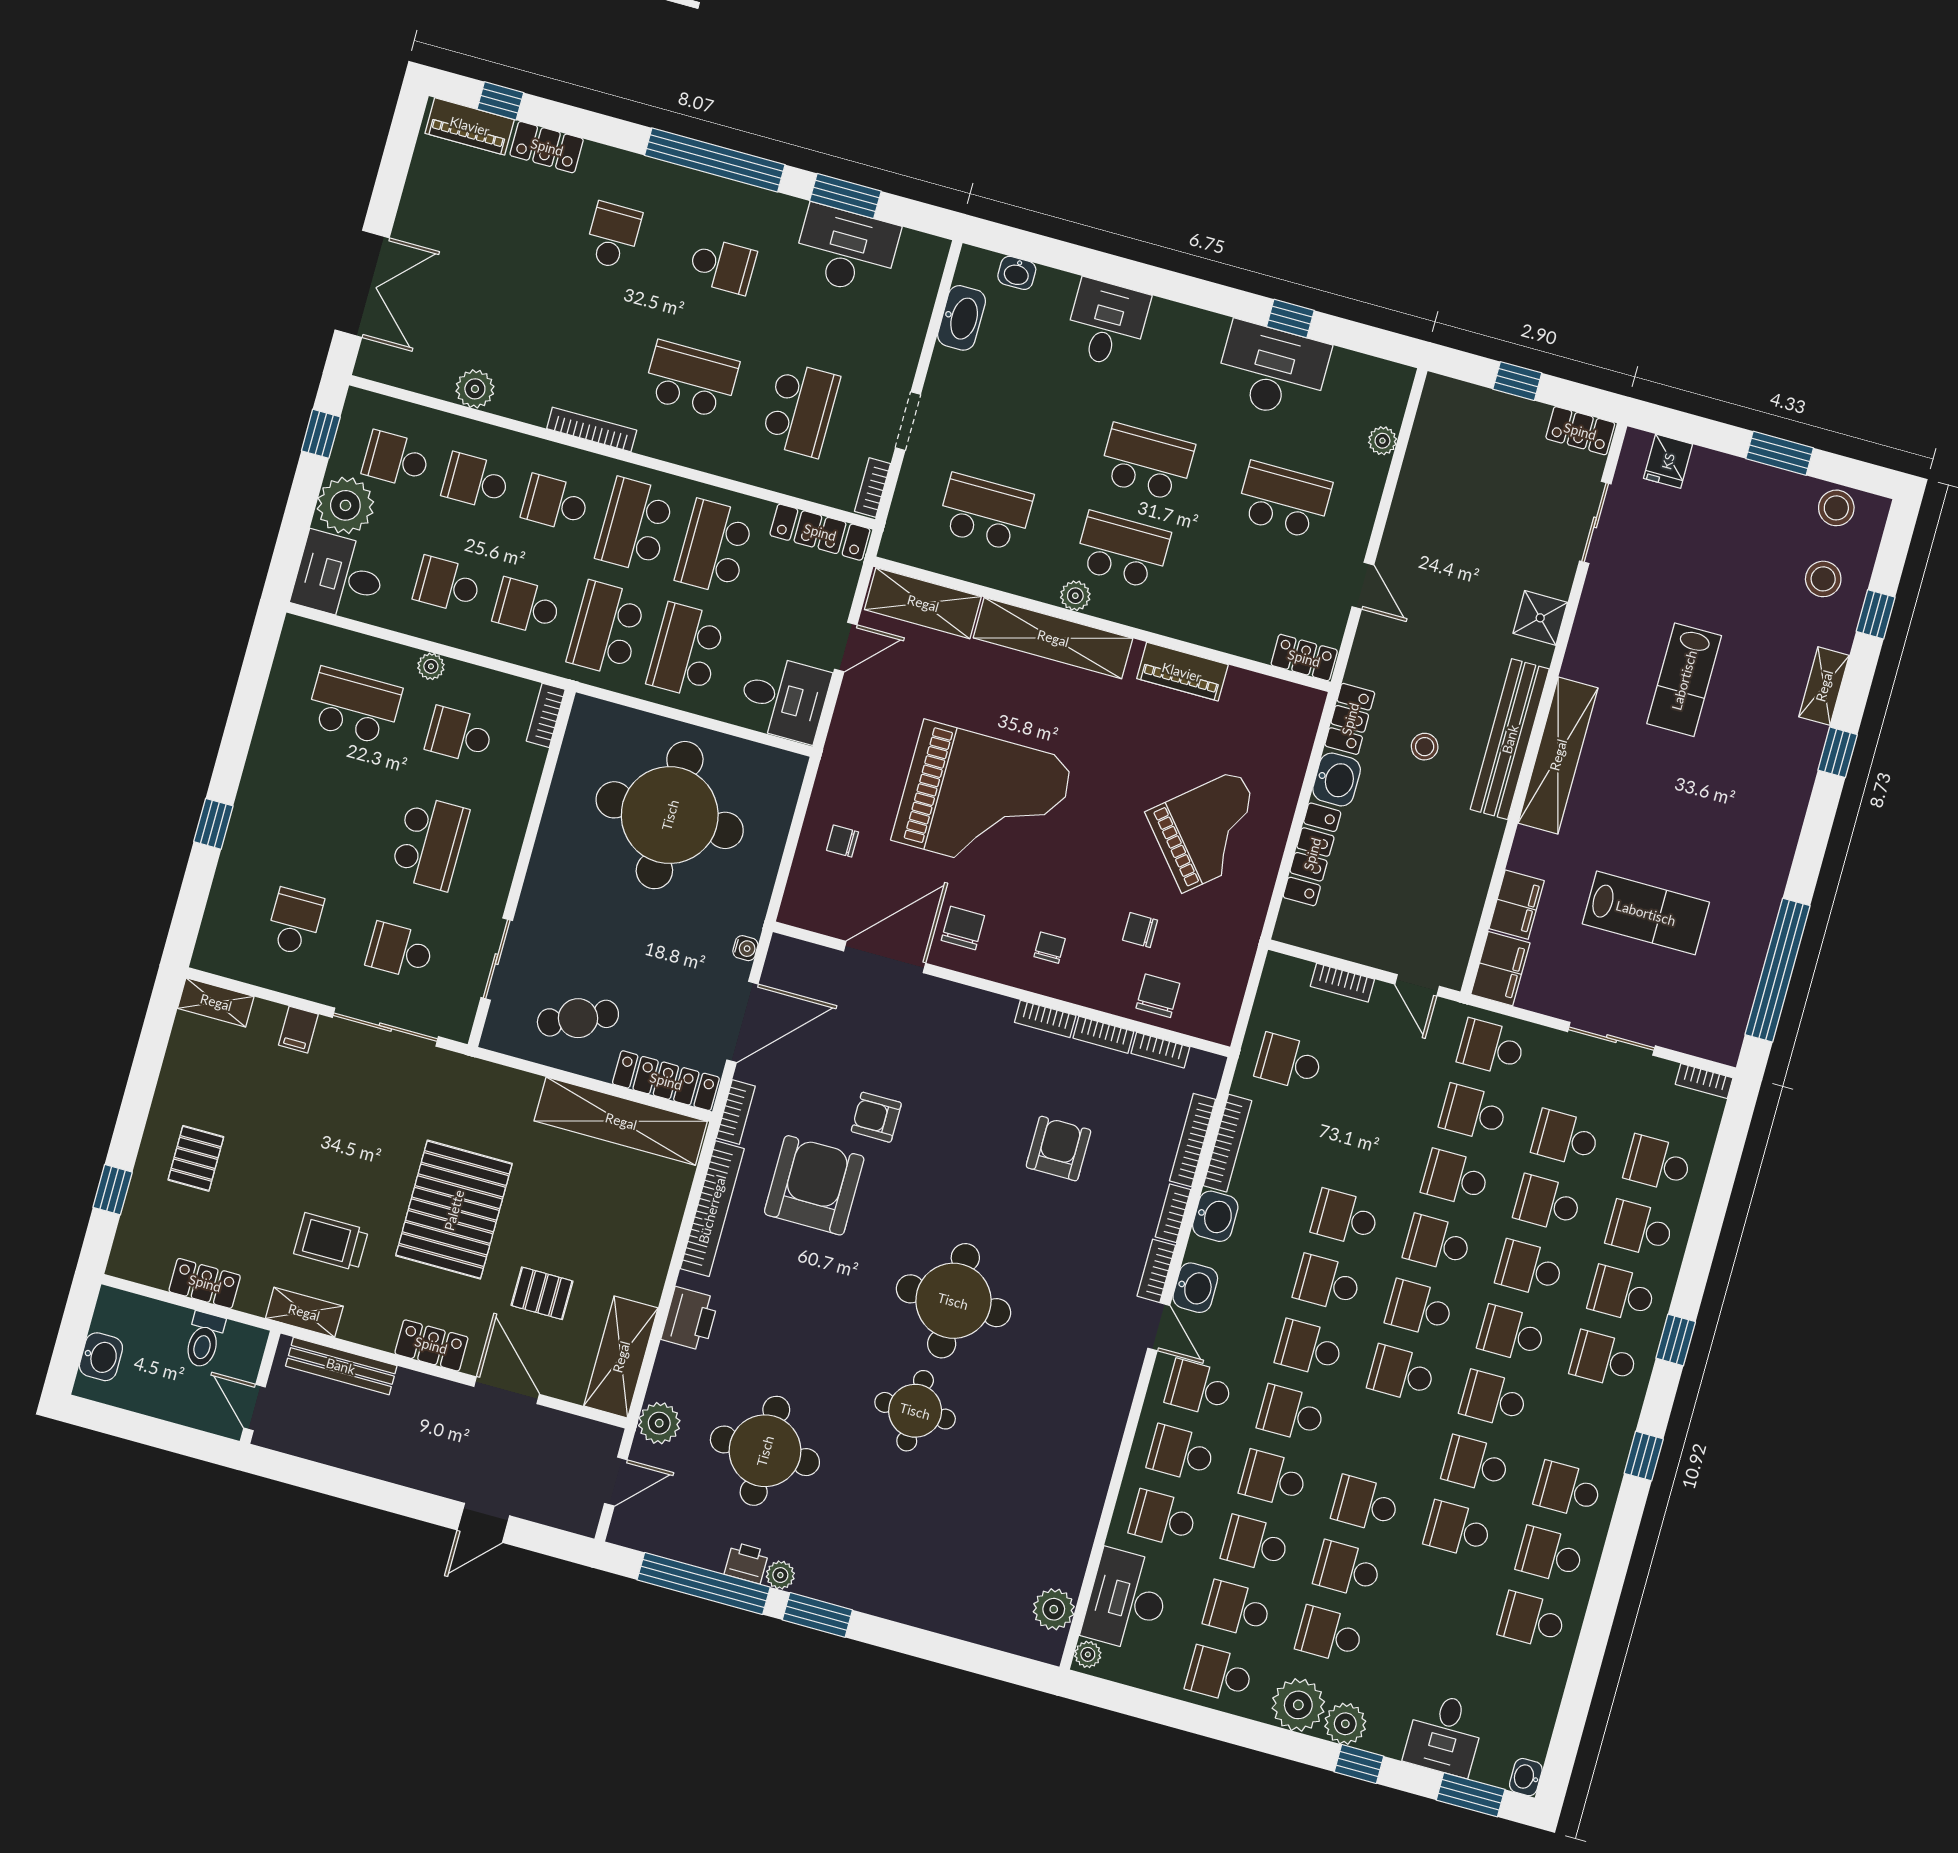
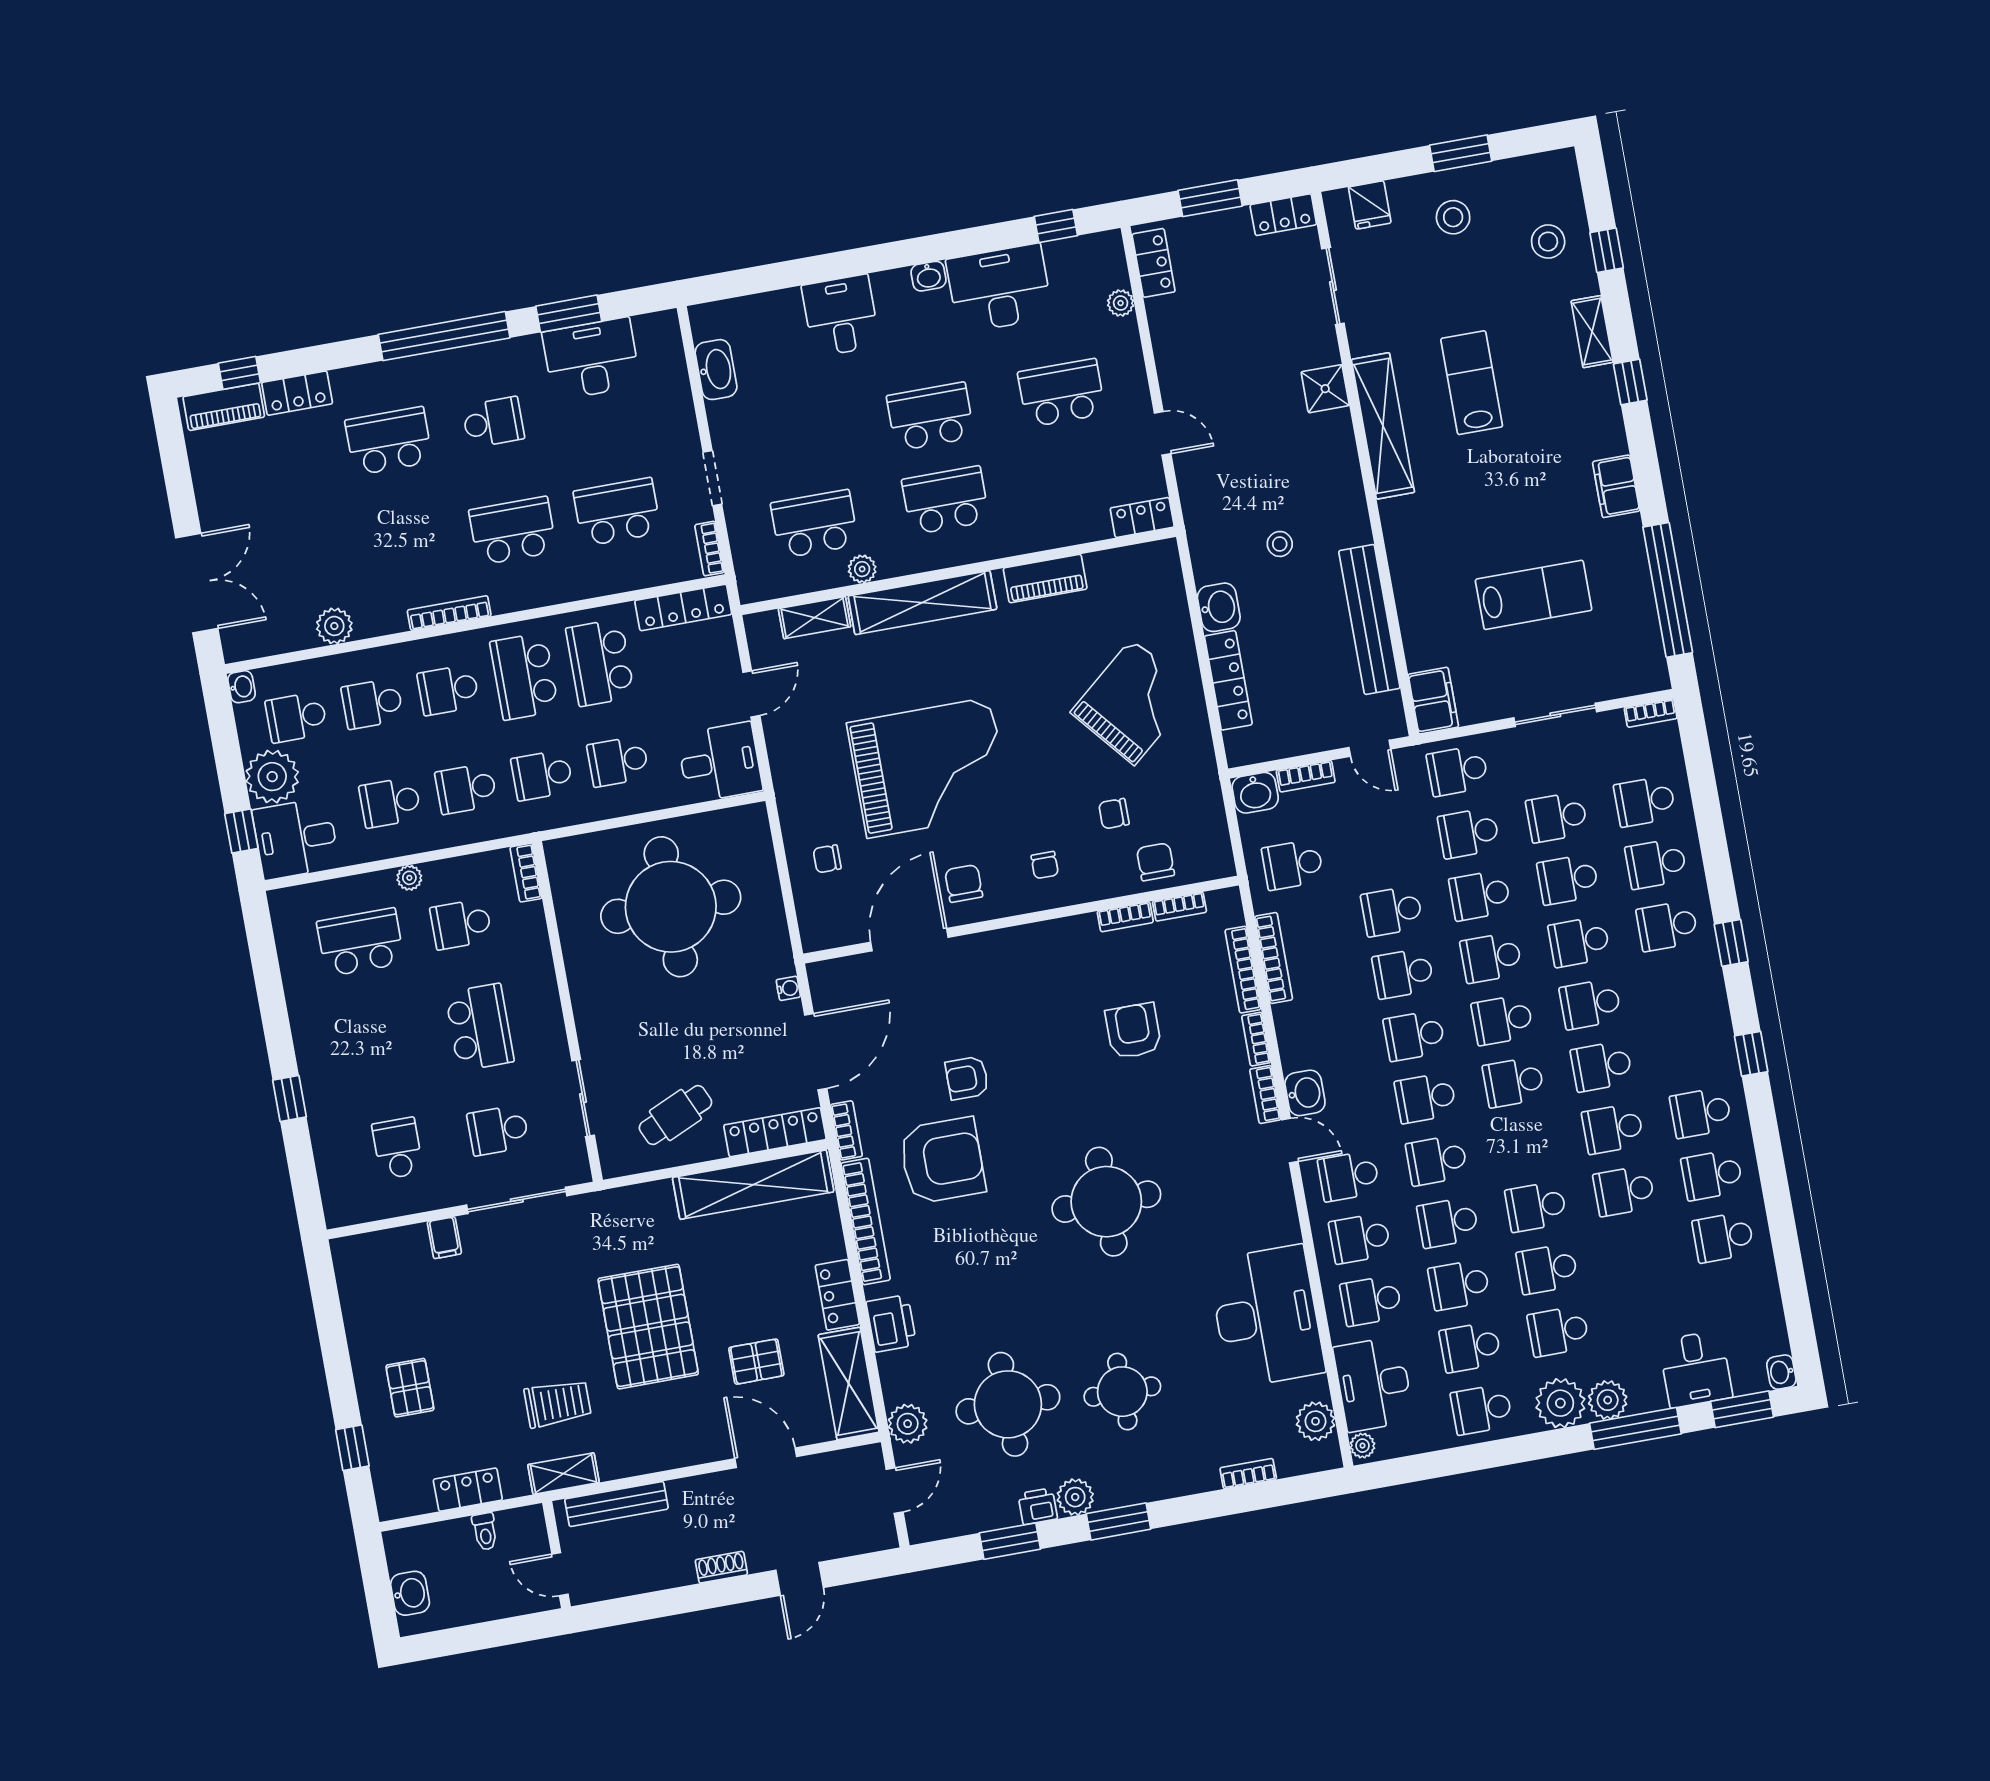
school desk: (613, 236) -> (389, 441), width x1.85
washbasin: (1017, 273) -> (929, 276), moved
window: (1290, 319) -> (1056, 226), moved
window: (1517, 381) -> (1210, 198), width x1.50
washbasin: (357, 405) -> (242, 687), added
school desk: (800, 410) -> (617, 512), turned -90
window: (321, 434) -> (241, 831), moved
stool: (1836, 508) -> (1453, 217), moved
plant: (1075, 596) -> (862, 569), moved
shelving: (923, 603) -> (815, 618), width x0.67, depth x0.75
school desk: (606, 629) -> (542, 775), width x0.54
school desk: (686, 651) -> (618, 761), width x0.54
lab bench: (1684, 680) -> (1472, 383), turned 180
locker: (1350, 719) -> (1154, 263), moved
bench: (1510, 739) -> (1369, 619), moved
shelving: (1558, 755) -> (1383, 426), moved
filing cabinet: (1517, 905) -> (1616, 486), moved, turned 180
chair: (1050, 948) -> (1045, 865), turned 180
shelving: (216, 1002) -> (364, 1248), removed
bookcase: (1045, 1019) -> (1248, 1474), moved, turned 180
armchair: (814, 1185) -> (942, 1161), turned 90
washbasin: (1215, 1216) -> (1255, 793), moved, turned 90
trolley: (331, 1242) -> (558, 1403), turned 180
toilet: (204, 1340) -> (485, 1531), width x0.73, depth x0.72
locker: (431, 1345) -> (837, 1295), moved, turned -90
school desk: (1604, 1359) -> (1392, 911), moved
round table: (915, 1411) -> (1122, 1392), moved
shoe rack: (413, 1475) -> (721, 1567), added
desk: (1055, 1485) -> (1266, 1316), added
plant: (780, 1575) -> (1075, 1497), width x1.38, depth x1.38
window: (704, 1584) -> (1010, 1541), width x0.47
window: (1359, 1764) -> (1635, 1428), width x2.17

